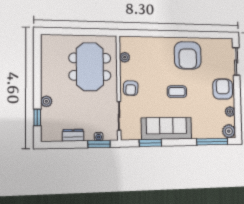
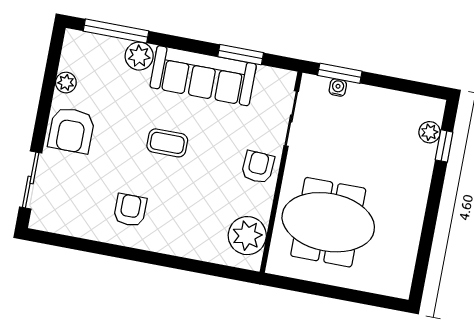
armchair: (188, 55) -> (130, 210), width x0.53, depth x0.53
plant: (125, 57) -> (247, 236), width x1.88, depth x1.88
meeting table: (90, 67) -> (328, 222), turned 90
plant: (46, 101) -> (430, 132), moved
plant: (229, 131) -> (139, 56), moved
dresser: (73, 135) -> (385, 100), removed

